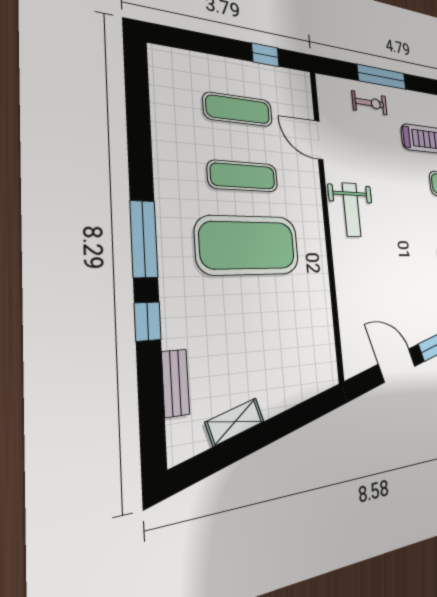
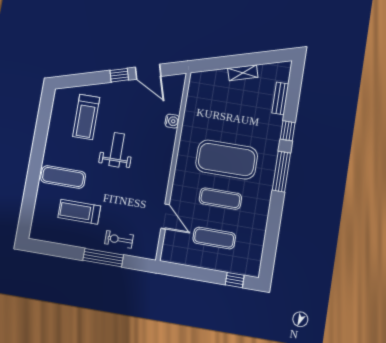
window: (265, 55) -> (235, 280), moved
weight bench: (352, 210) -> (117, 150), moved
water cooler: (345, 294) -> (172, 121), added
shelving: (235, 422) -> (243, 73), moved

